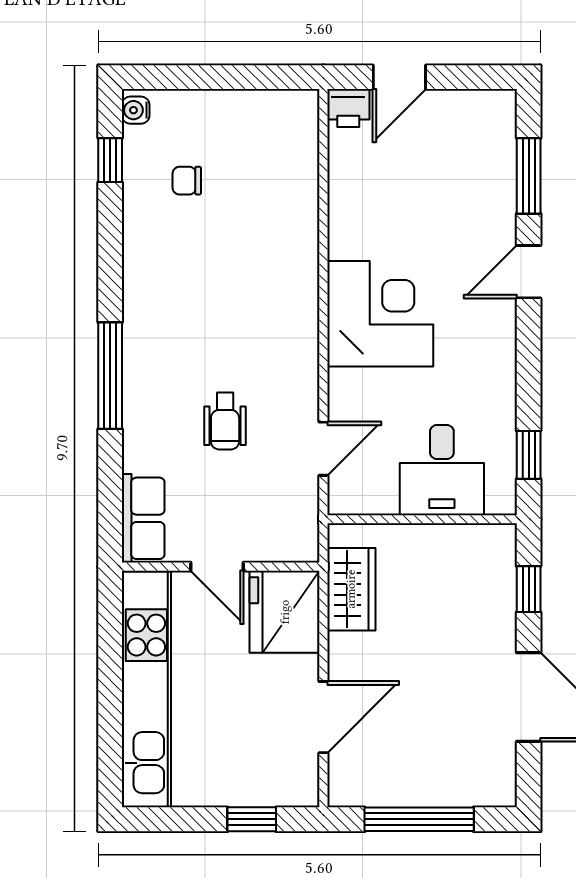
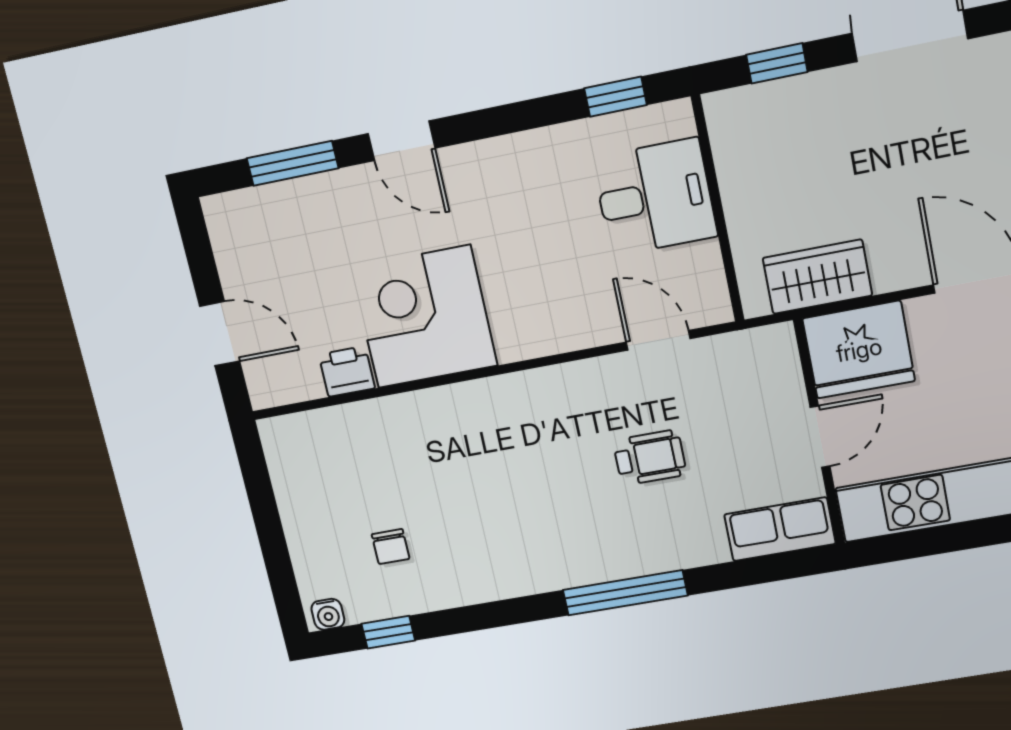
printer: (348, 108) -> (347, 371), moved, turned -90
corner desk: (380, 314) -> (424, 317), moved

